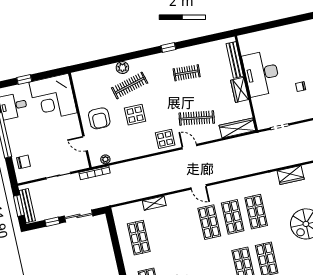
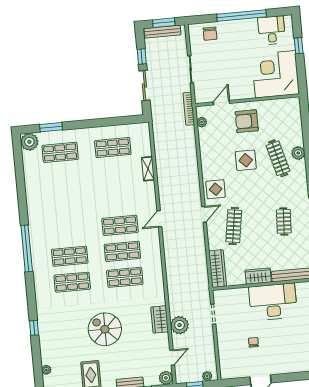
plant: (293, 156) -> (180, 325), added

